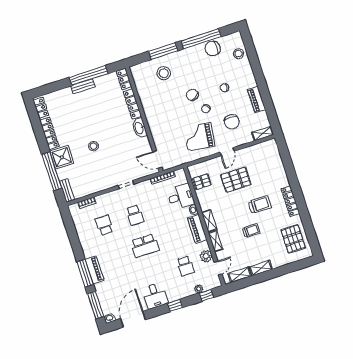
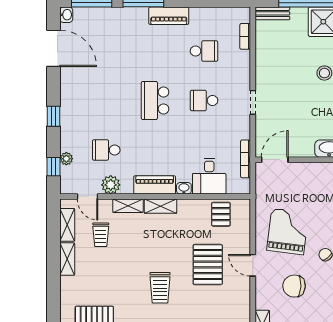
trolley: (251, 231) -> (101, 235), moved
piano: (94, 270) -> (169, 16), moved
desk: (155, 296) -> (77, 92), removed

